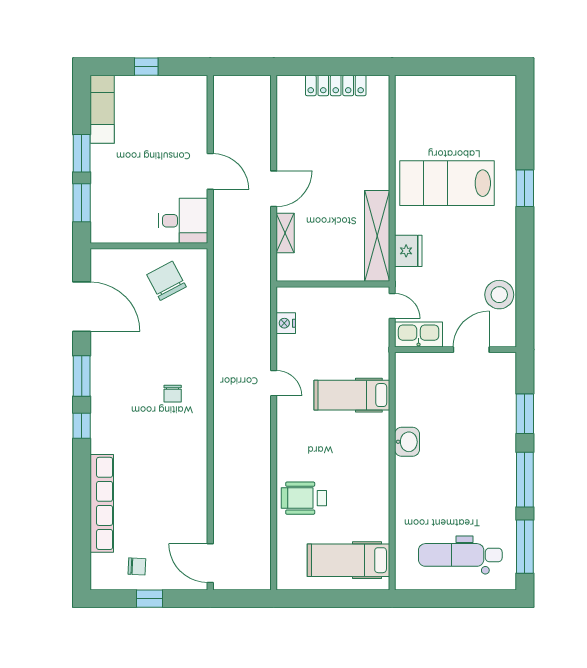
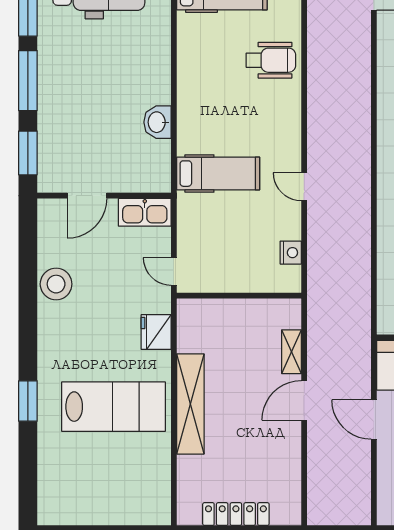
shelving: (377, 236) -> (190, 404), moved
kitchen sink: (419, 334) -> (145, 212), moved
wall: (456, 350) -> (104, 196), moved
door: (471, 350) -> (87, 196), moved

